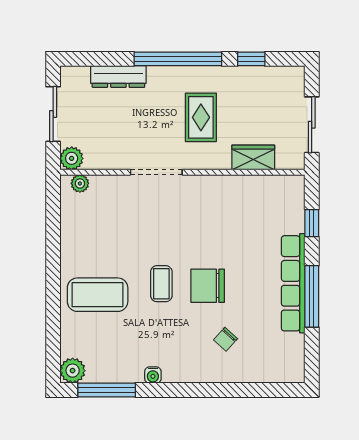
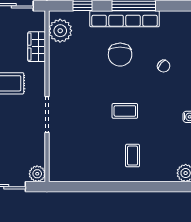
plant: (80, 183) -> (60, 31), moved, width x1.87, depth x1.87
chair: (208, 286) -> (120, 55), moved
coffee table: (98, 295) -> (133, 156), width x0.54, depth x0.58

